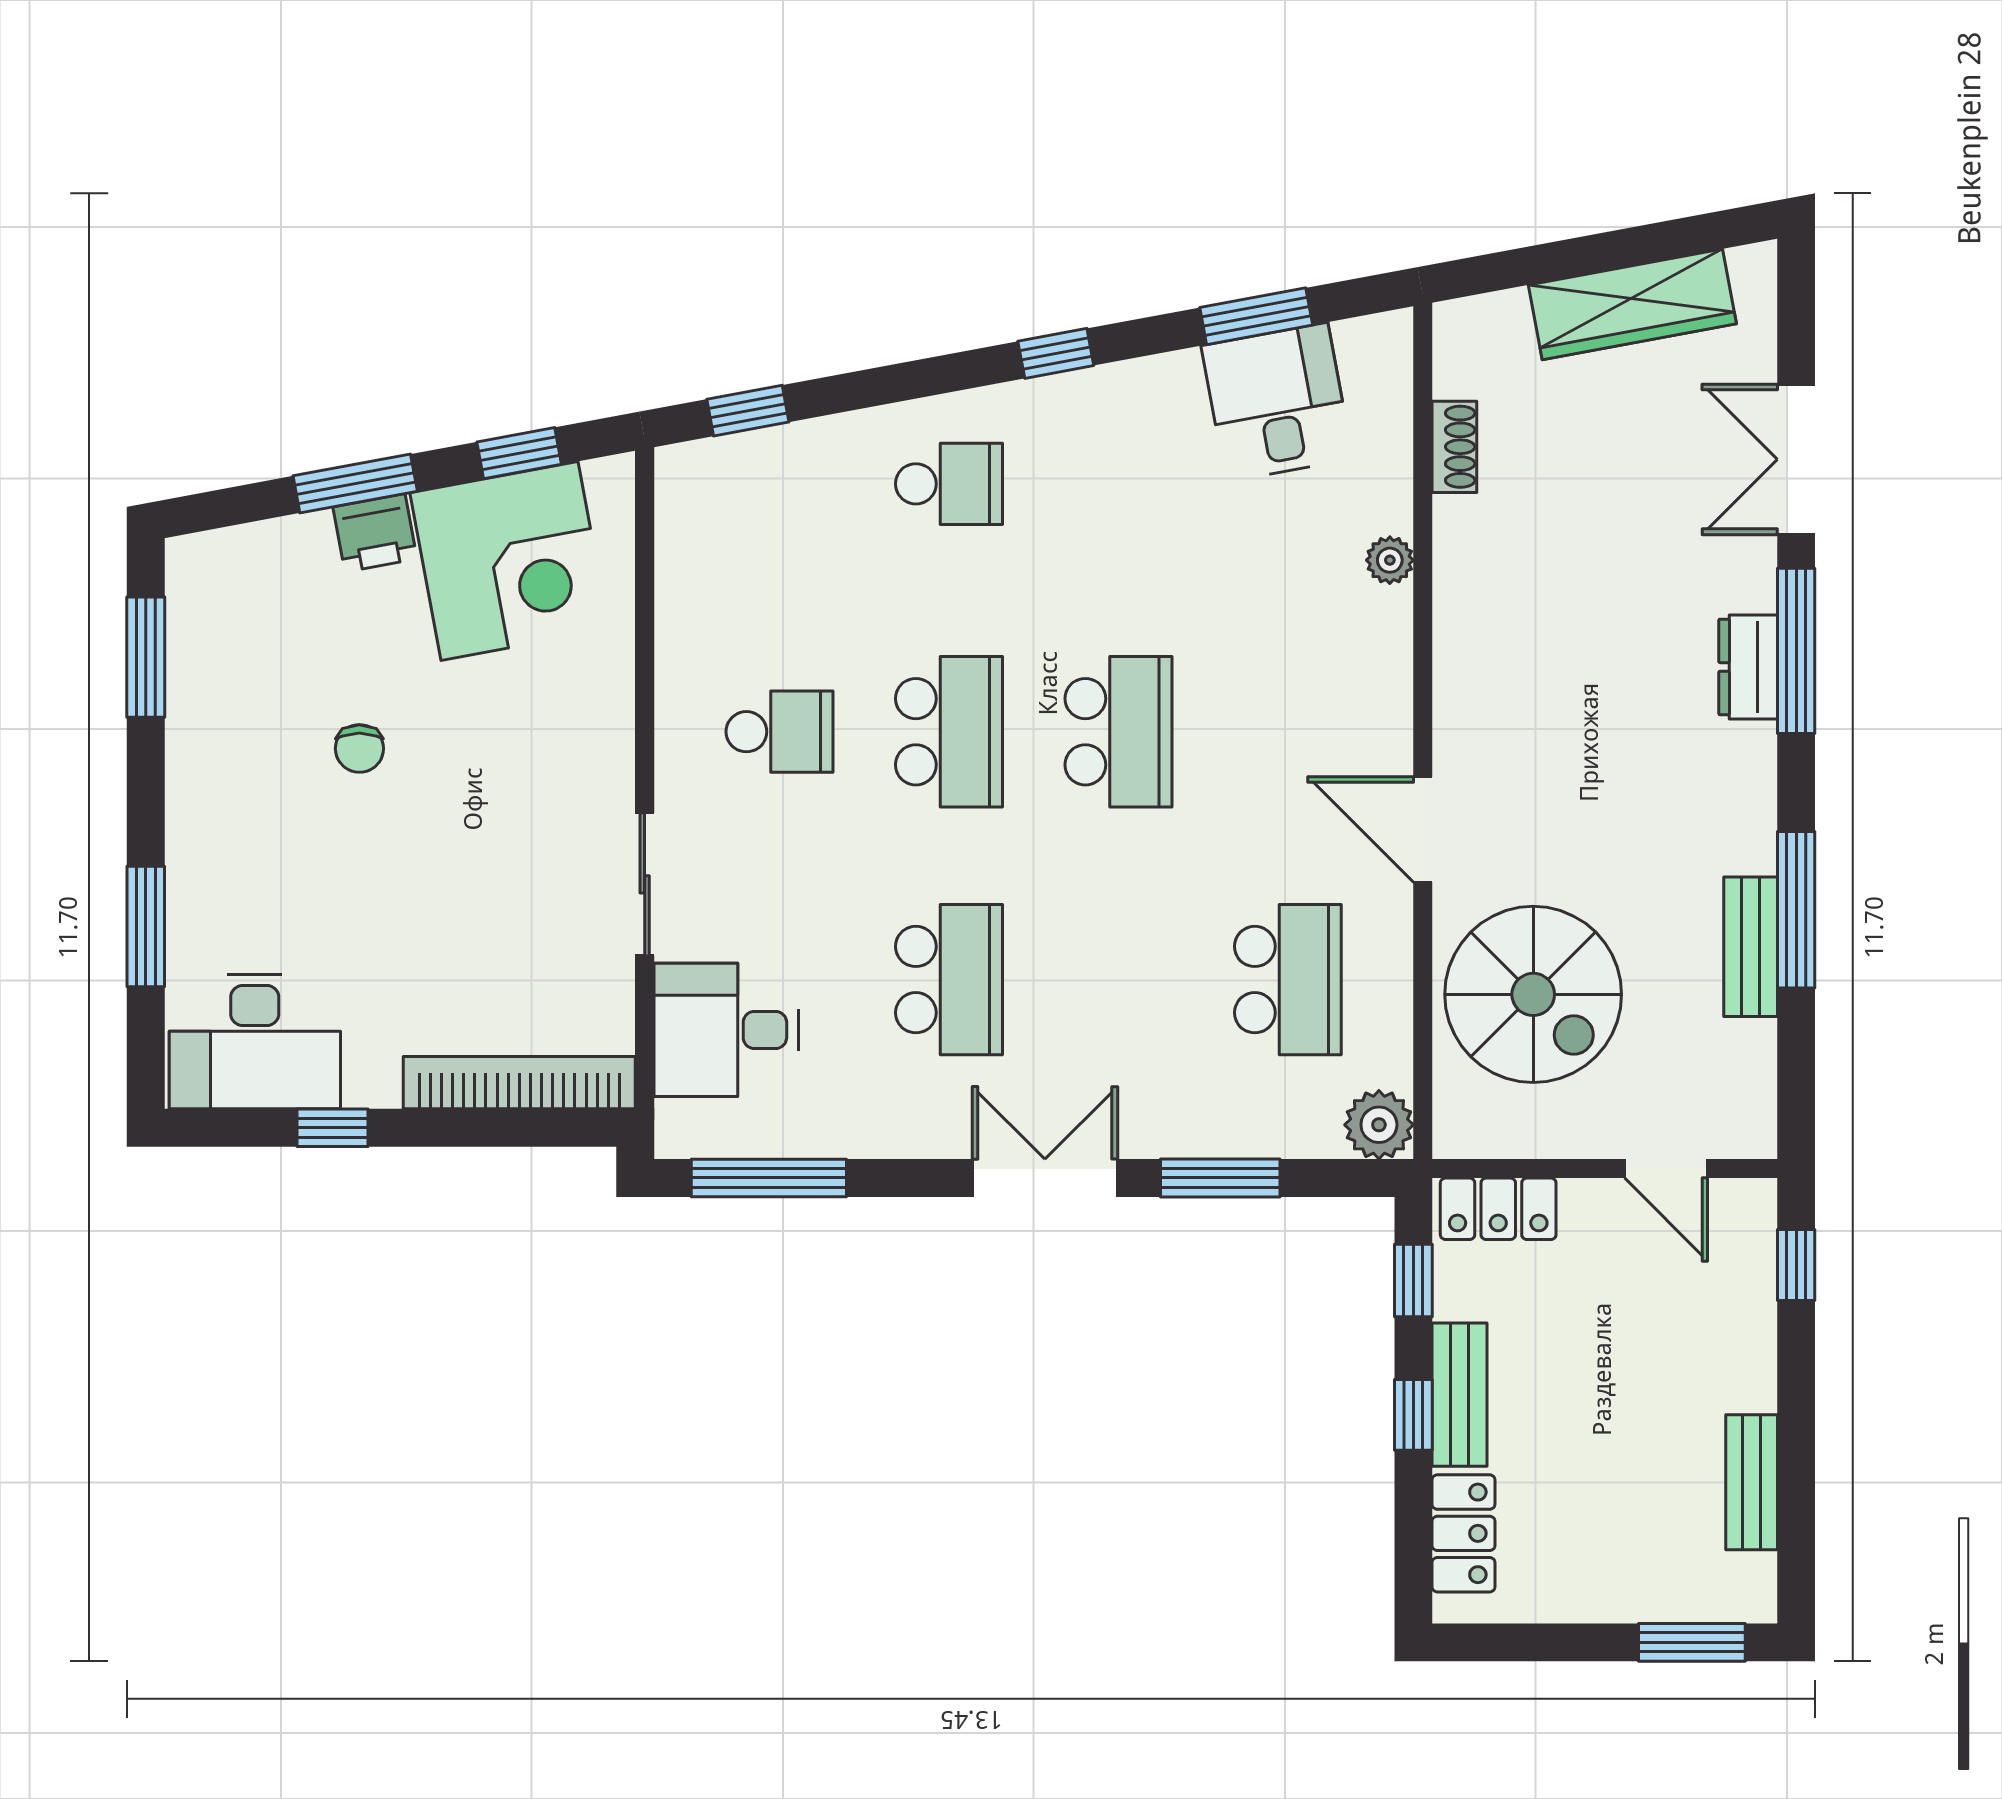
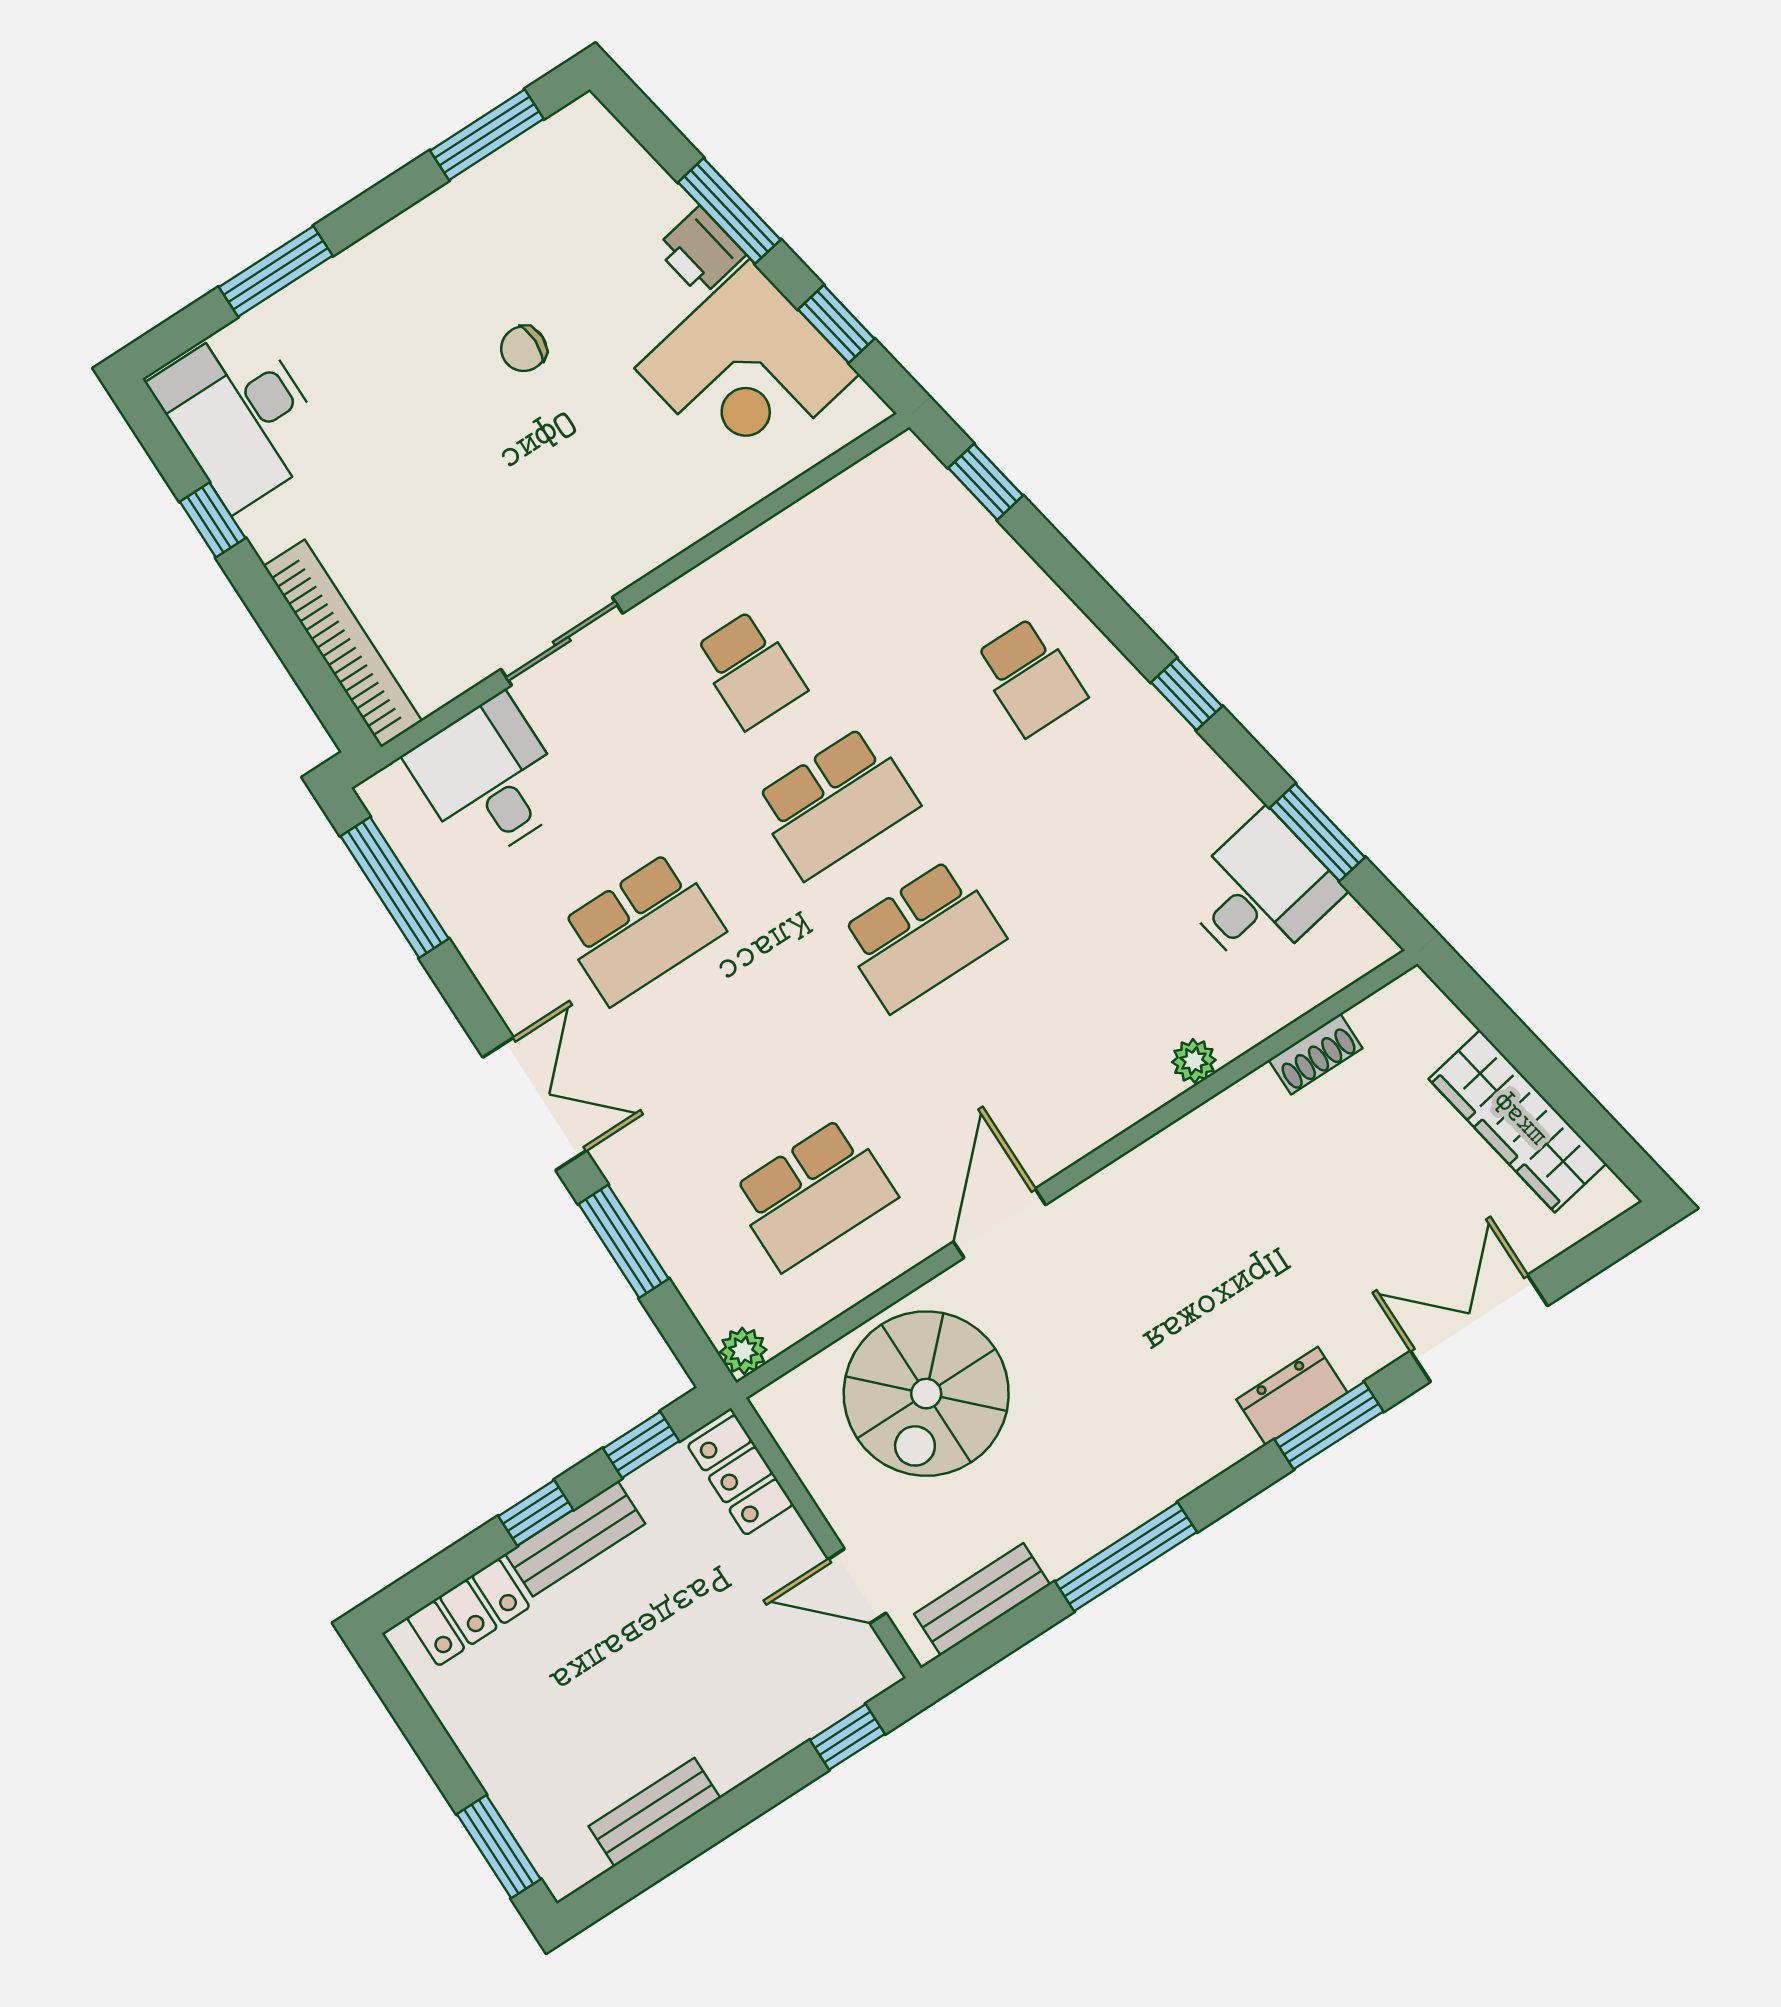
window: (1796, 651) -> (1329, 1425), width x0.69
bench: (1751, 947) -> (982, 1599), moved
plant: (1379, 1125) -> (743, 1351), width x0.73, depth x0.73
door: (1666, 1169) -> (857, 1586), hinge flipped

